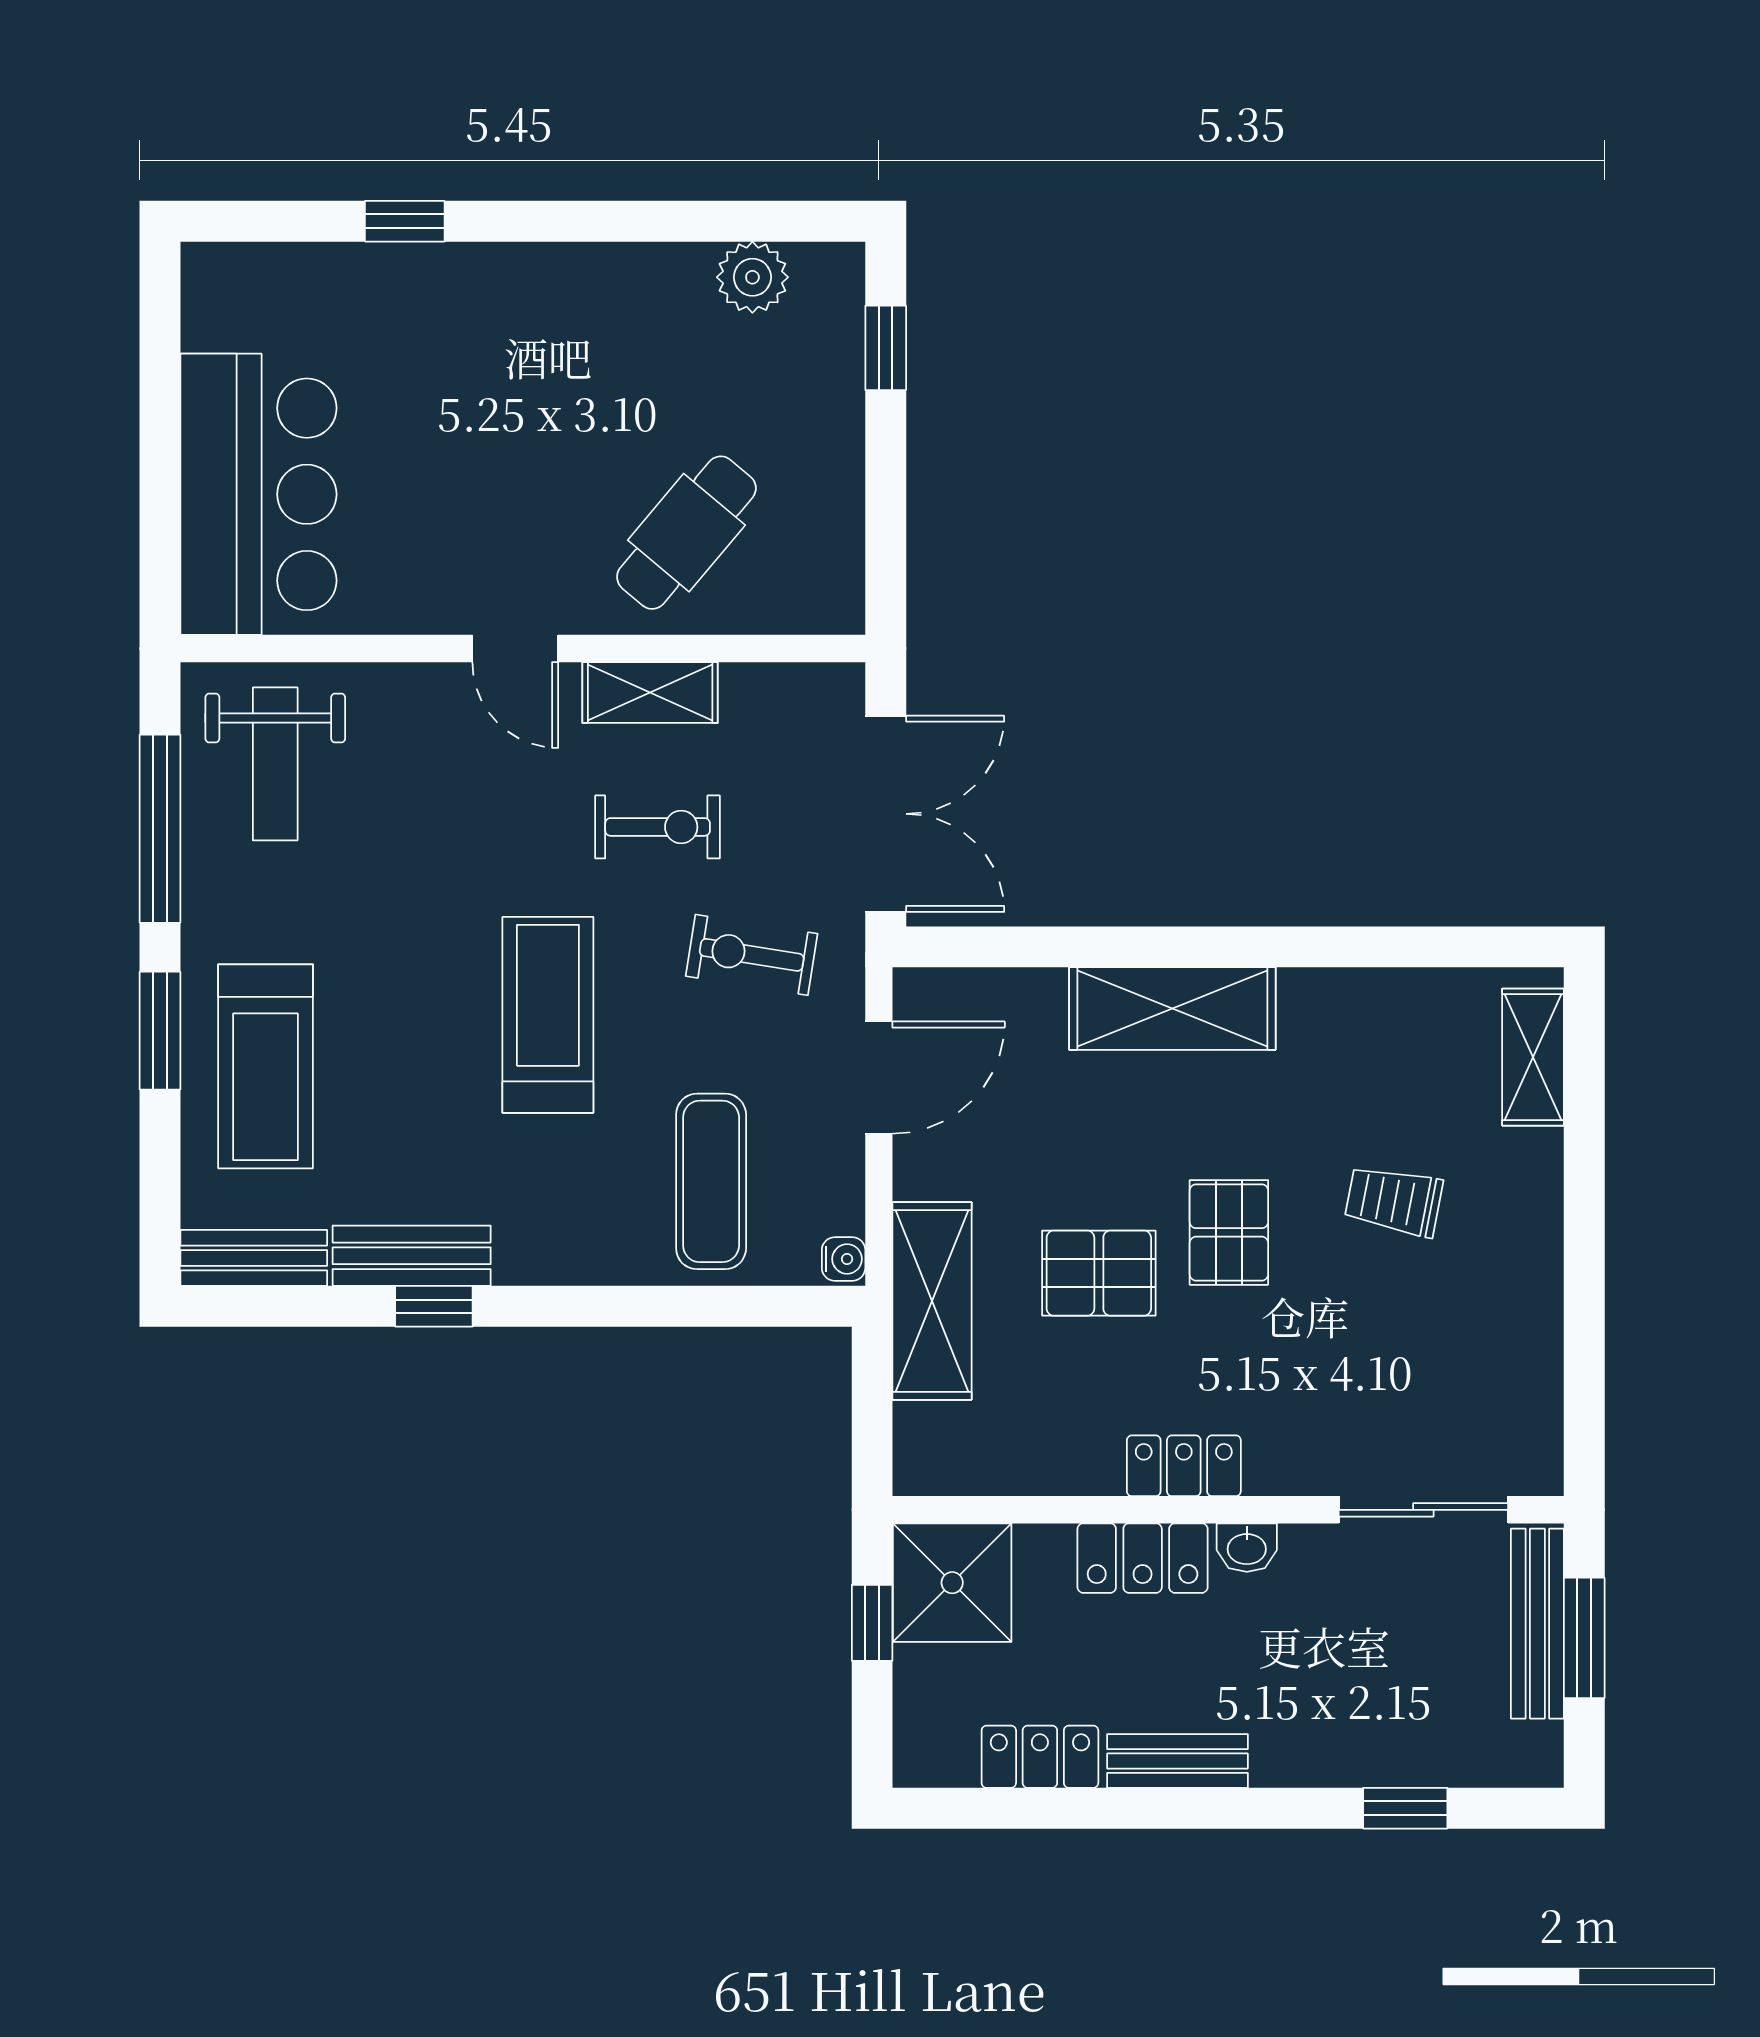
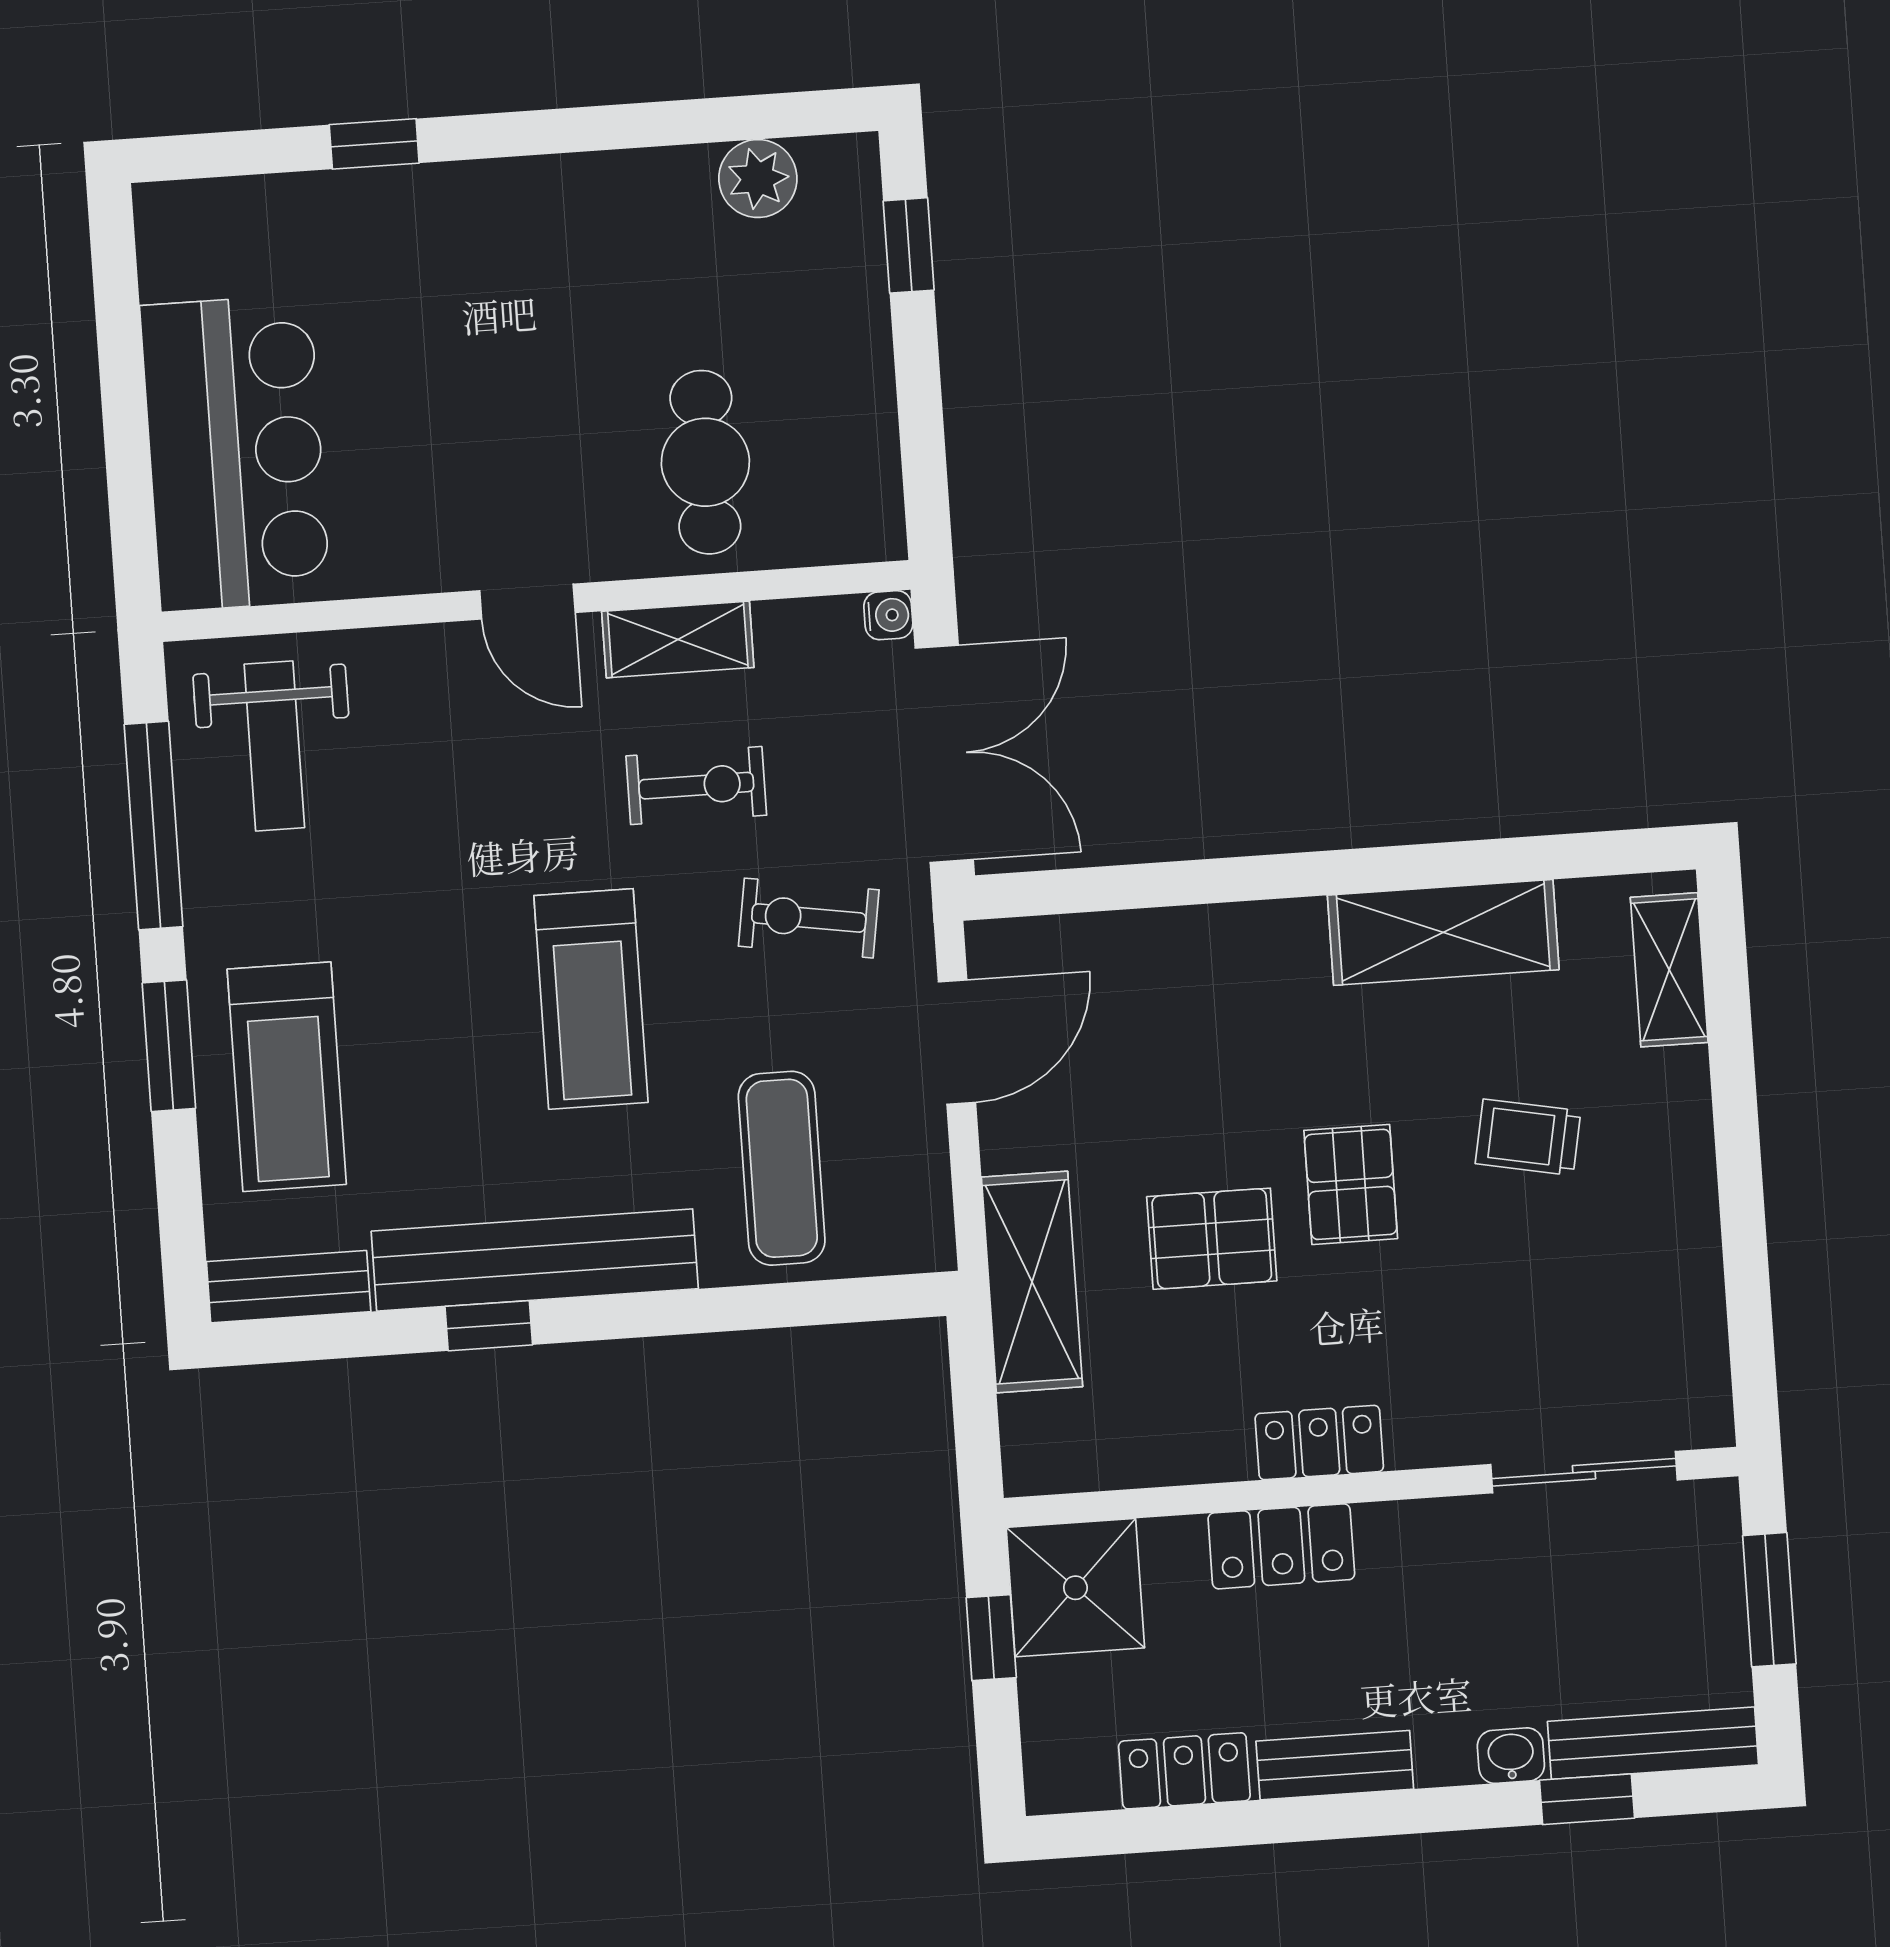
cafe table: (686, 533) -> (705, 462), turned -40
shelving: (1172, 1009) -> (1443, 932), moved
treadmill: (548, 1015) -> (591, 999), turned 180
bench: (412, 1256) -> (535, 1260), width x1.86, depth x1.21
water cooler: (844, 1259) -> (888, 615), moved
washbasin: (1247, 1548) -> (1511, 1756), moved, turned 180
bench: (1537, 1624) -> (1653, 1743), moved, turned 90

